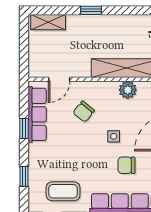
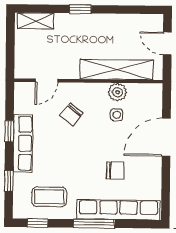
row of seats: (37, 114) -> (23, 143), moved
side table: (114, 136) -> (117, 115), moved
chair: (126, 165) -> (115, 170), turned 180

